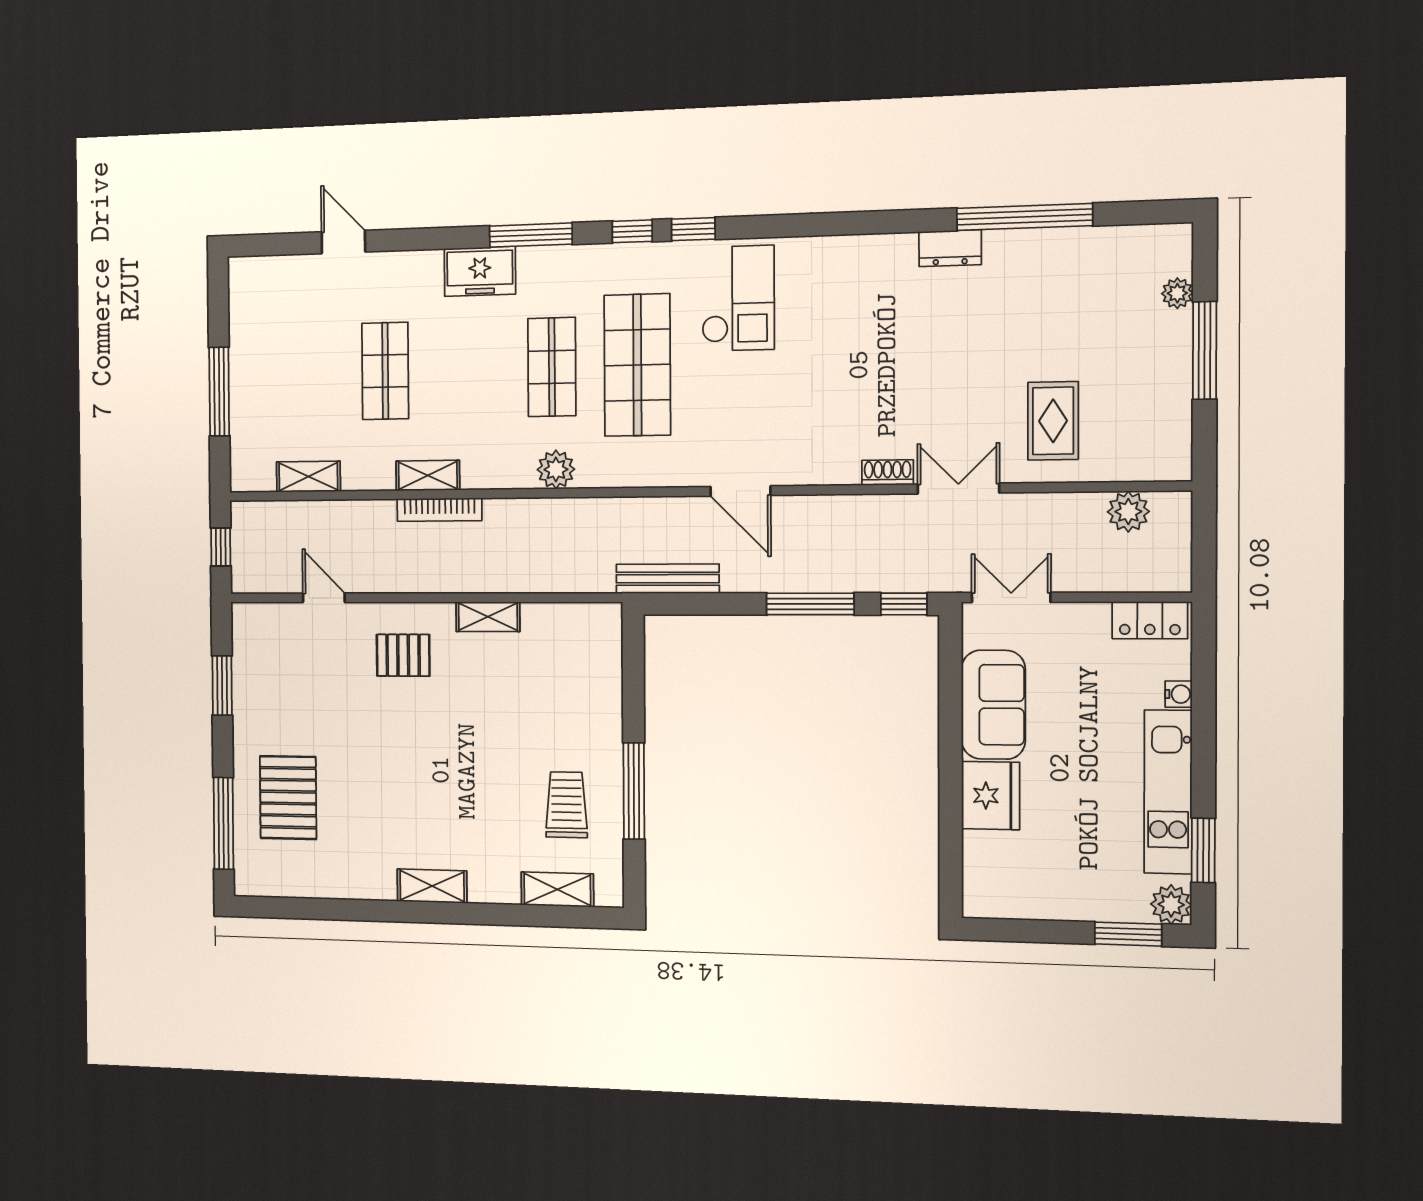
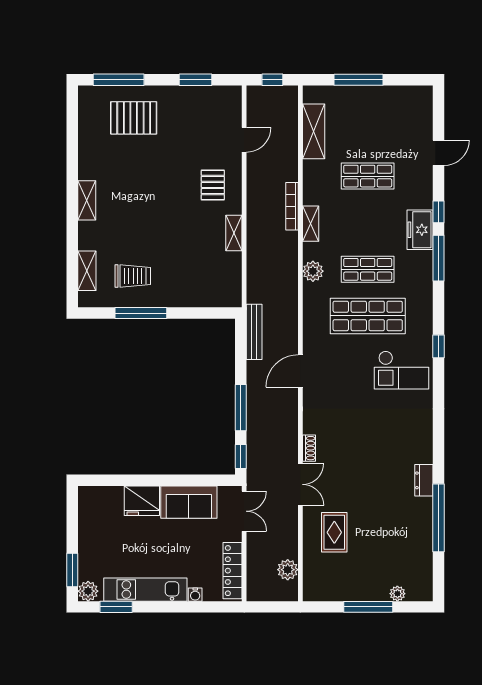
window: (632, 231) -> (438, 212), moved
rug: (1053, 421) -> (334, 532), turned 90
shelving: (428, 475) -> (311, 224), moved
shelving: (308, 477) -> (314, 131), width x1.50, depth x1.33
locker: (1150, 620) -> (233, 571), width x1.53

